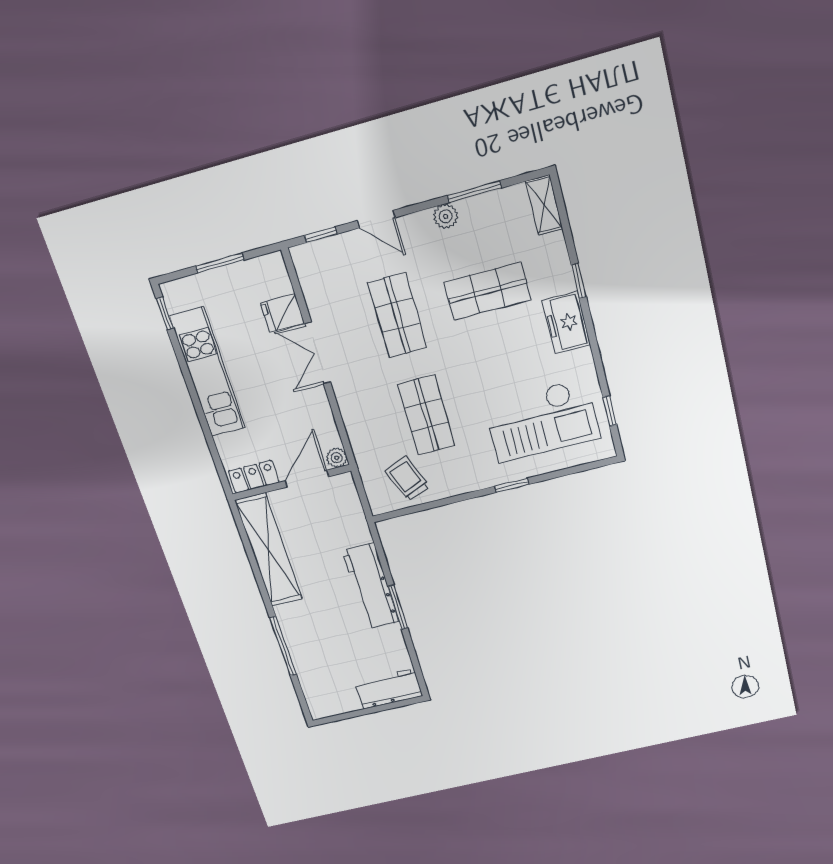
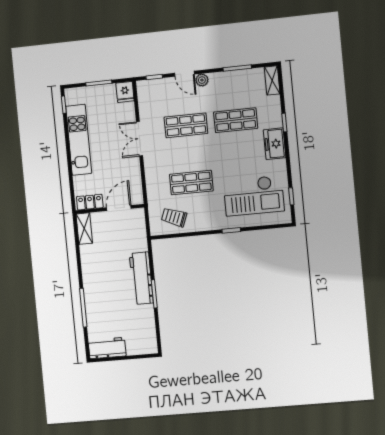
plant: (446, 216) -> (202, 80), moved
fridge: (282, 313) -> (125, 92), moved, turned -90
shop shelf: (397, 315) -> (186, 125), turned 90
shop shelf: (426, 415) -> (191, 183), turned 90
plant: (337, 458) -> (138, 199), removed
trolley: (407, 479) -> (174, 217), turned -48
shelving: (269, 550) -> (84, 229), width x0.45, depth x0.75
workbench: (389, 689) -> (107, 348), moved

